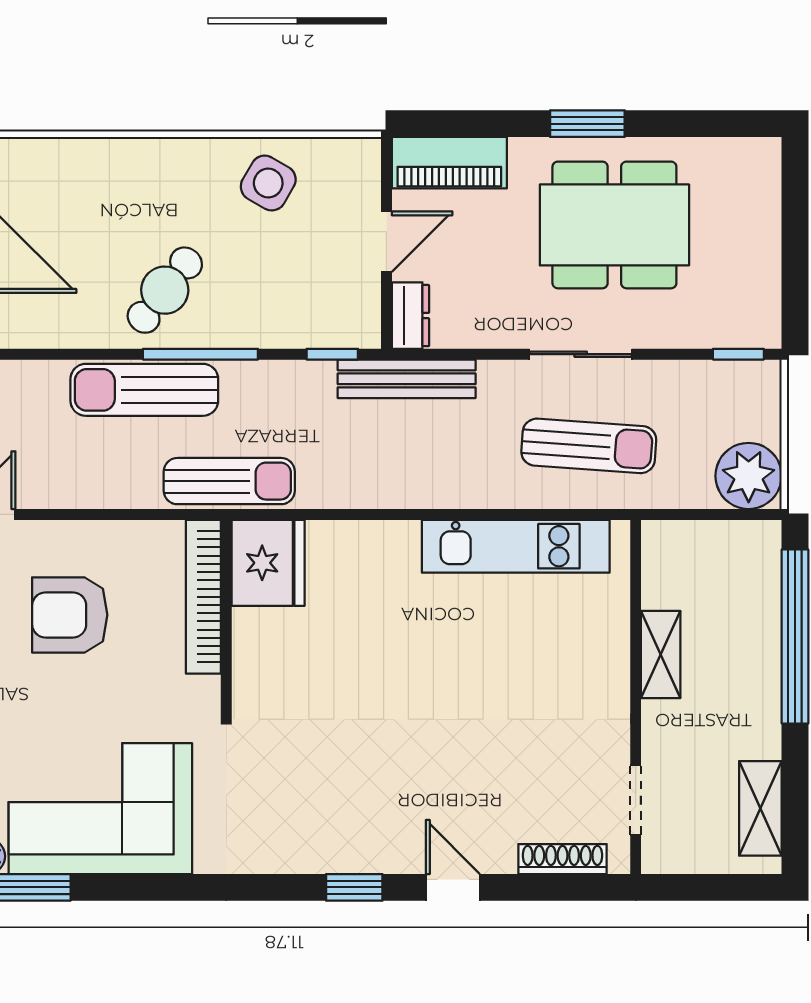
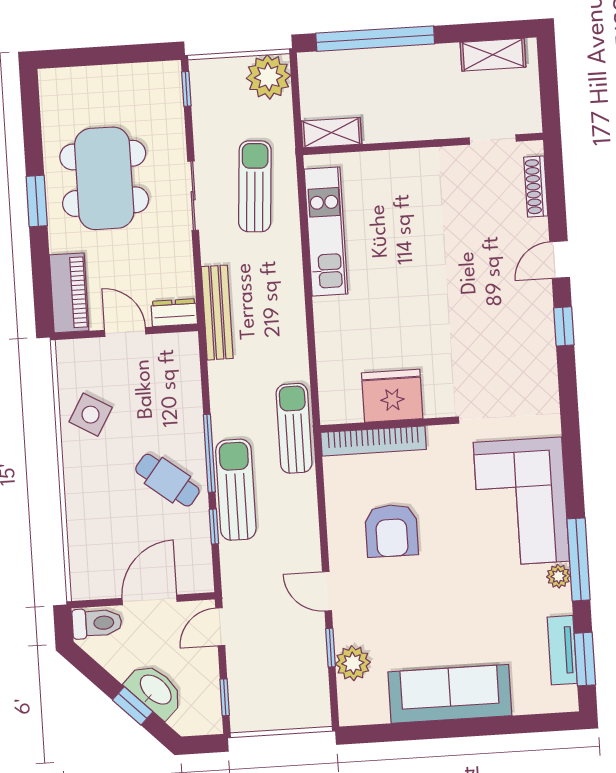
window: (332, 354) -> (214, 526), moved
sun lounger: (144, 390) -> (236, 490), turned 180
fridge: (268, 563) -> (392, 396), moved
shelving: (661, 654) -> (331, 133), moved

